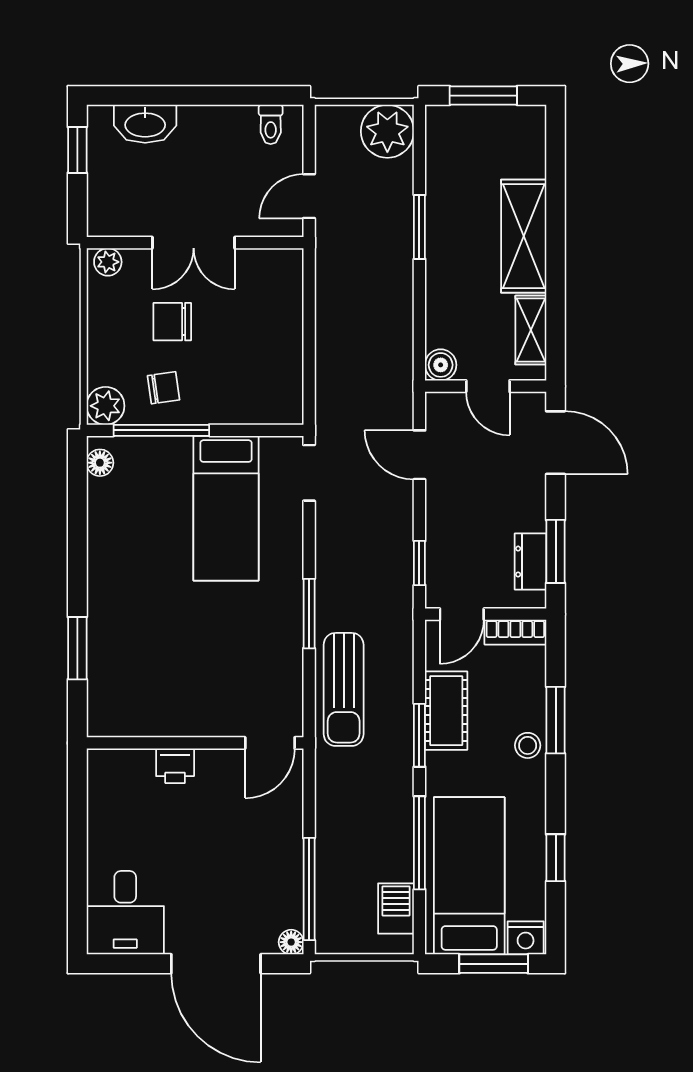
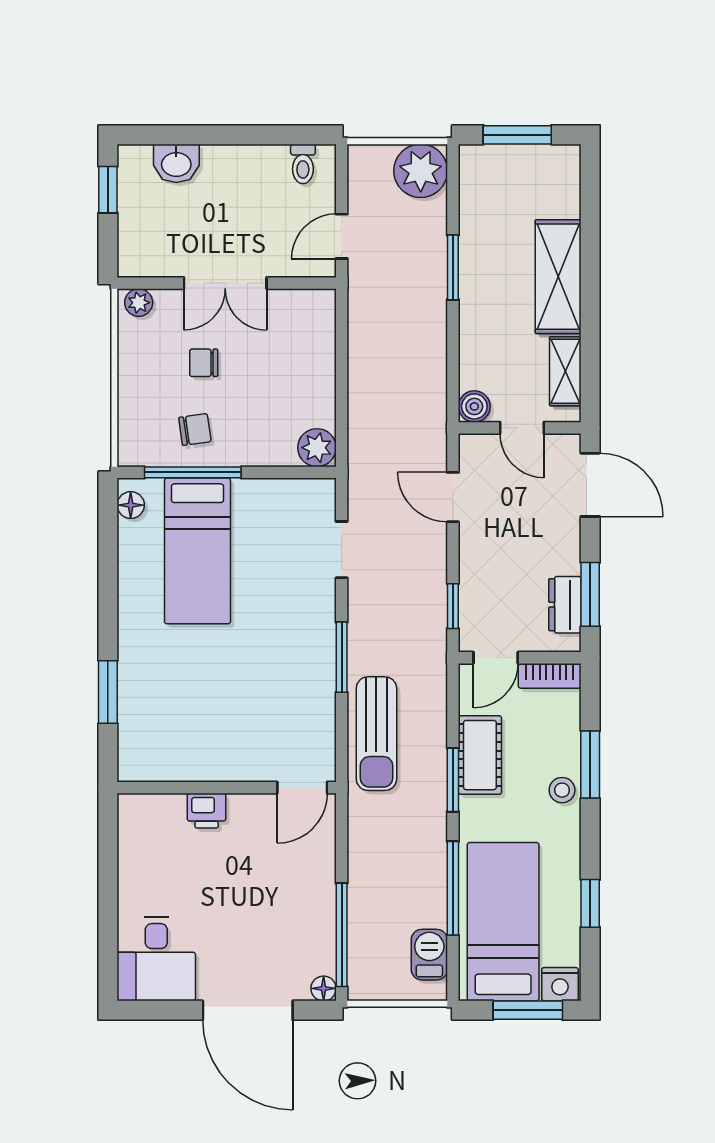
washbasin: (145, 124) -> (176, 163), width x0.72
chair: (172, 322) -> (204, 363), width x0.73, depth x0.73
plant: (105, 406) -> (317, 448), moved
doorway: (309, 473) -> (342, 550), moved
bed: (226, 508) -> (197, 551), moved

